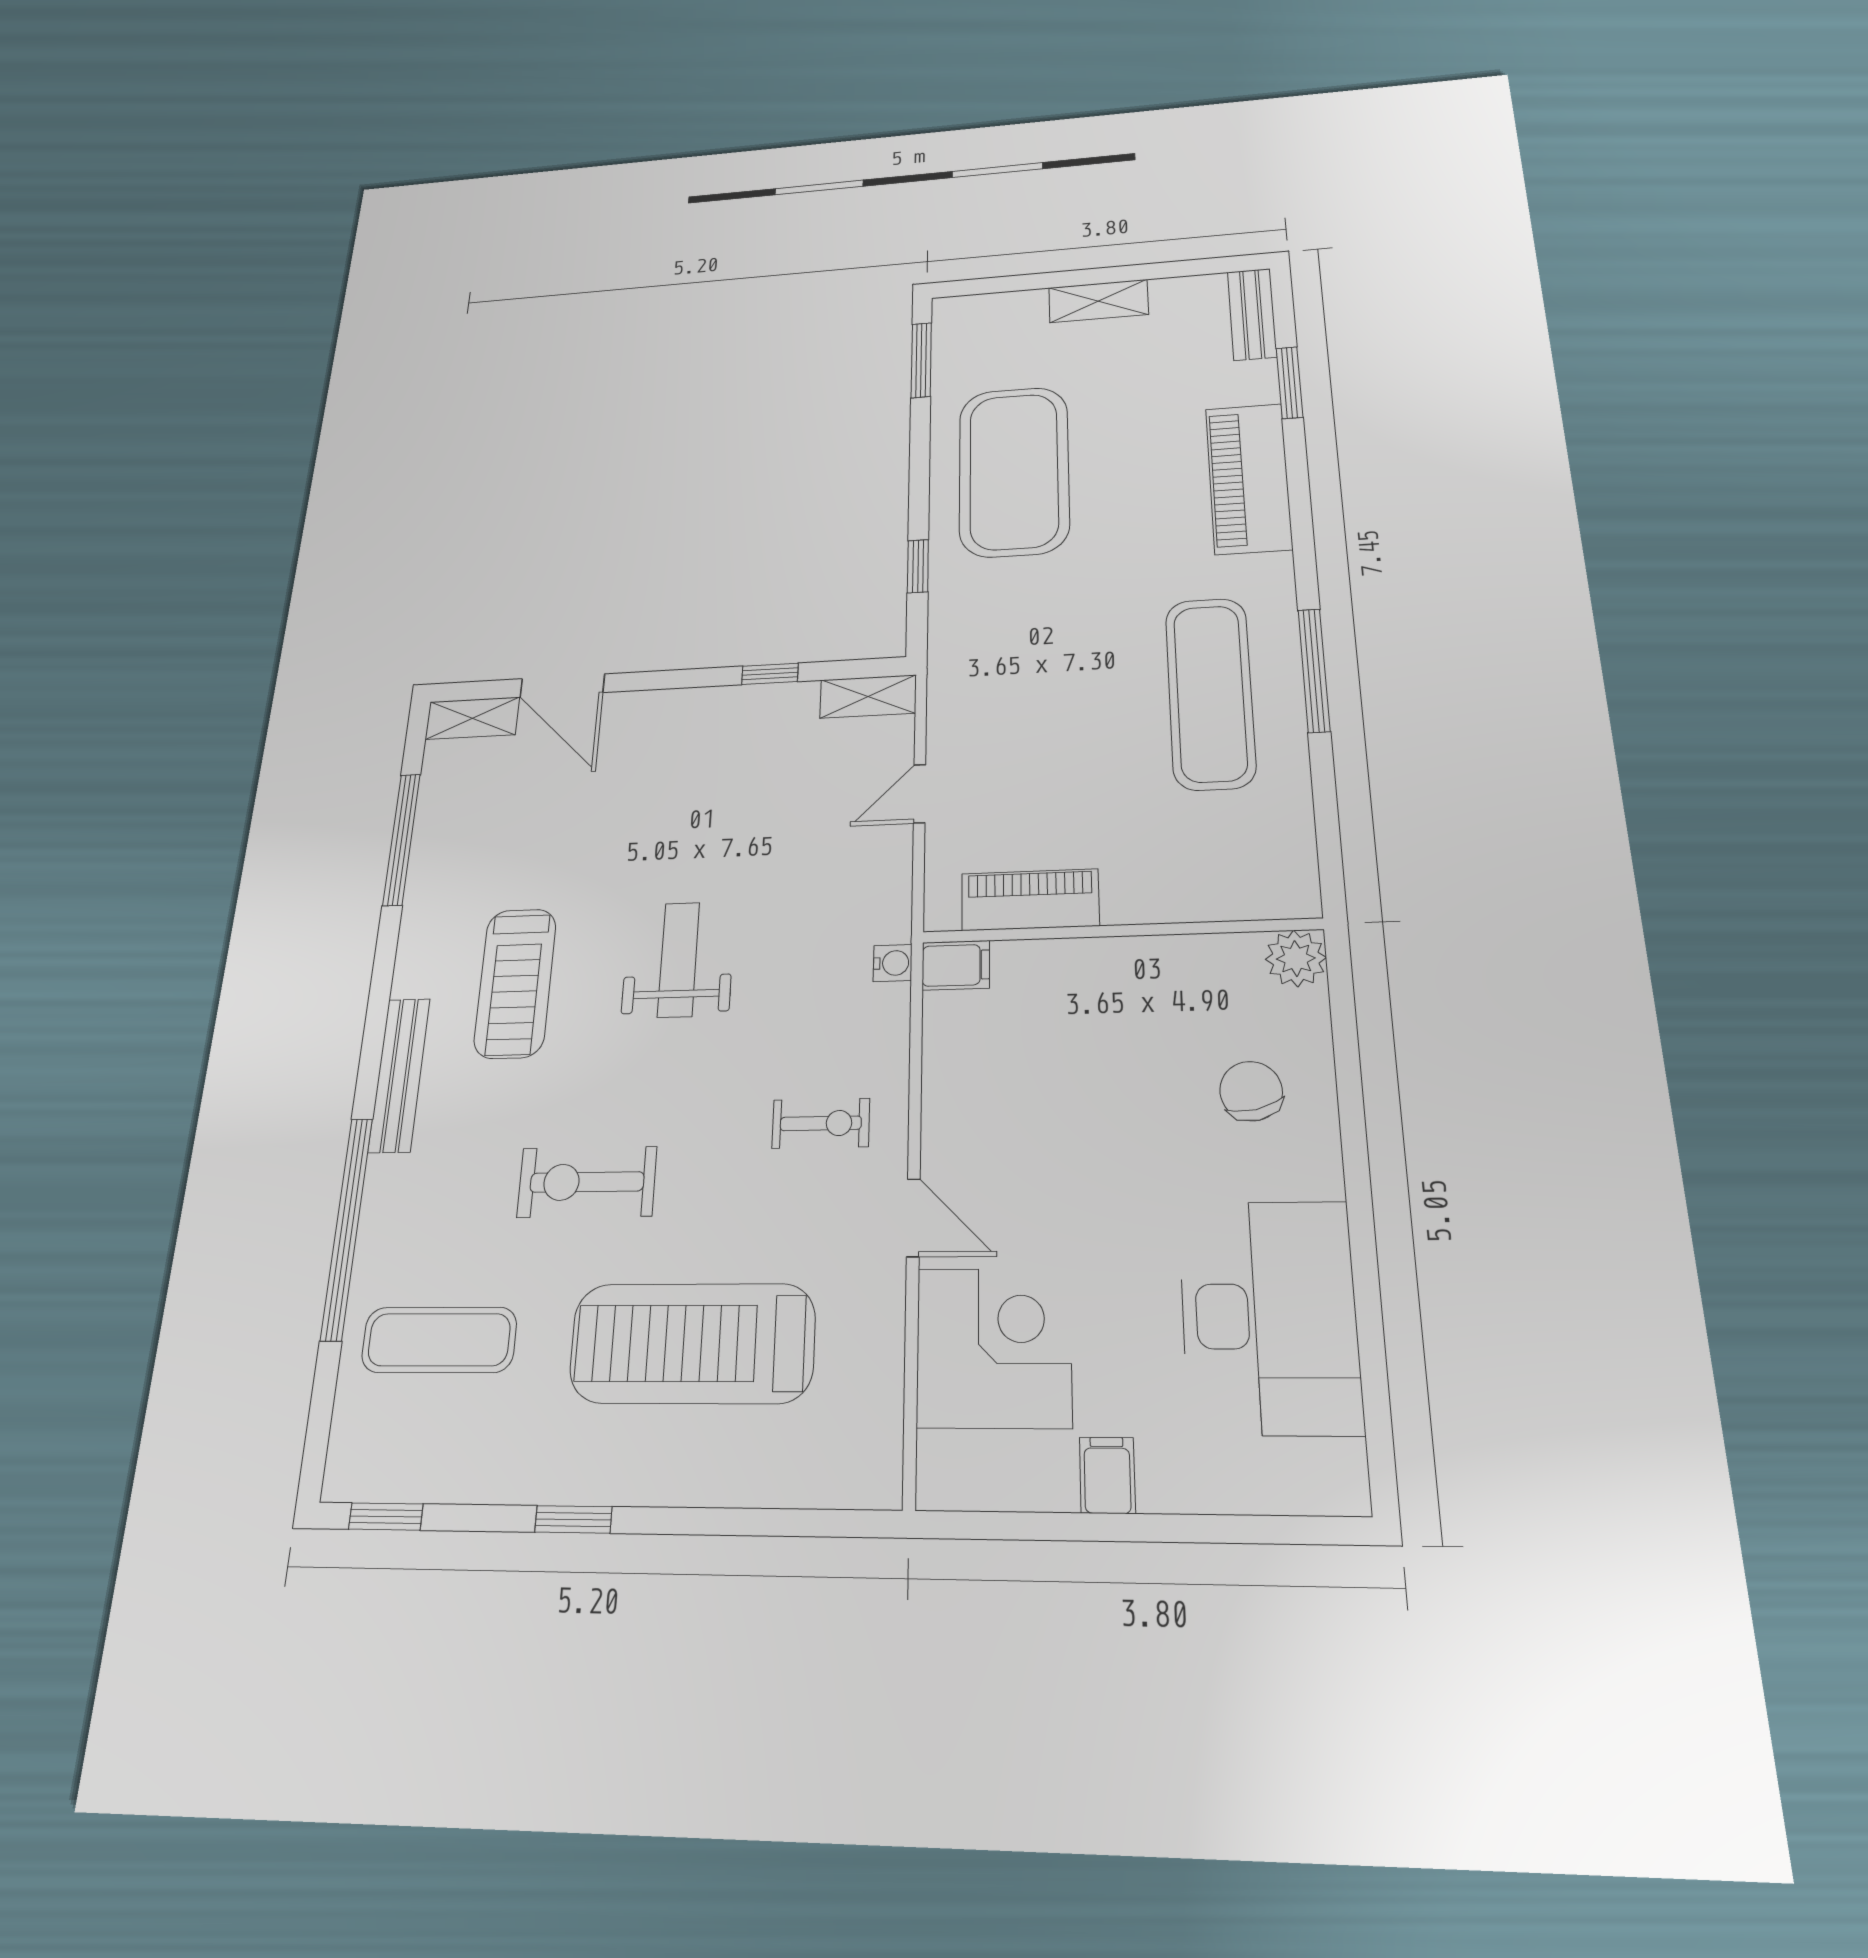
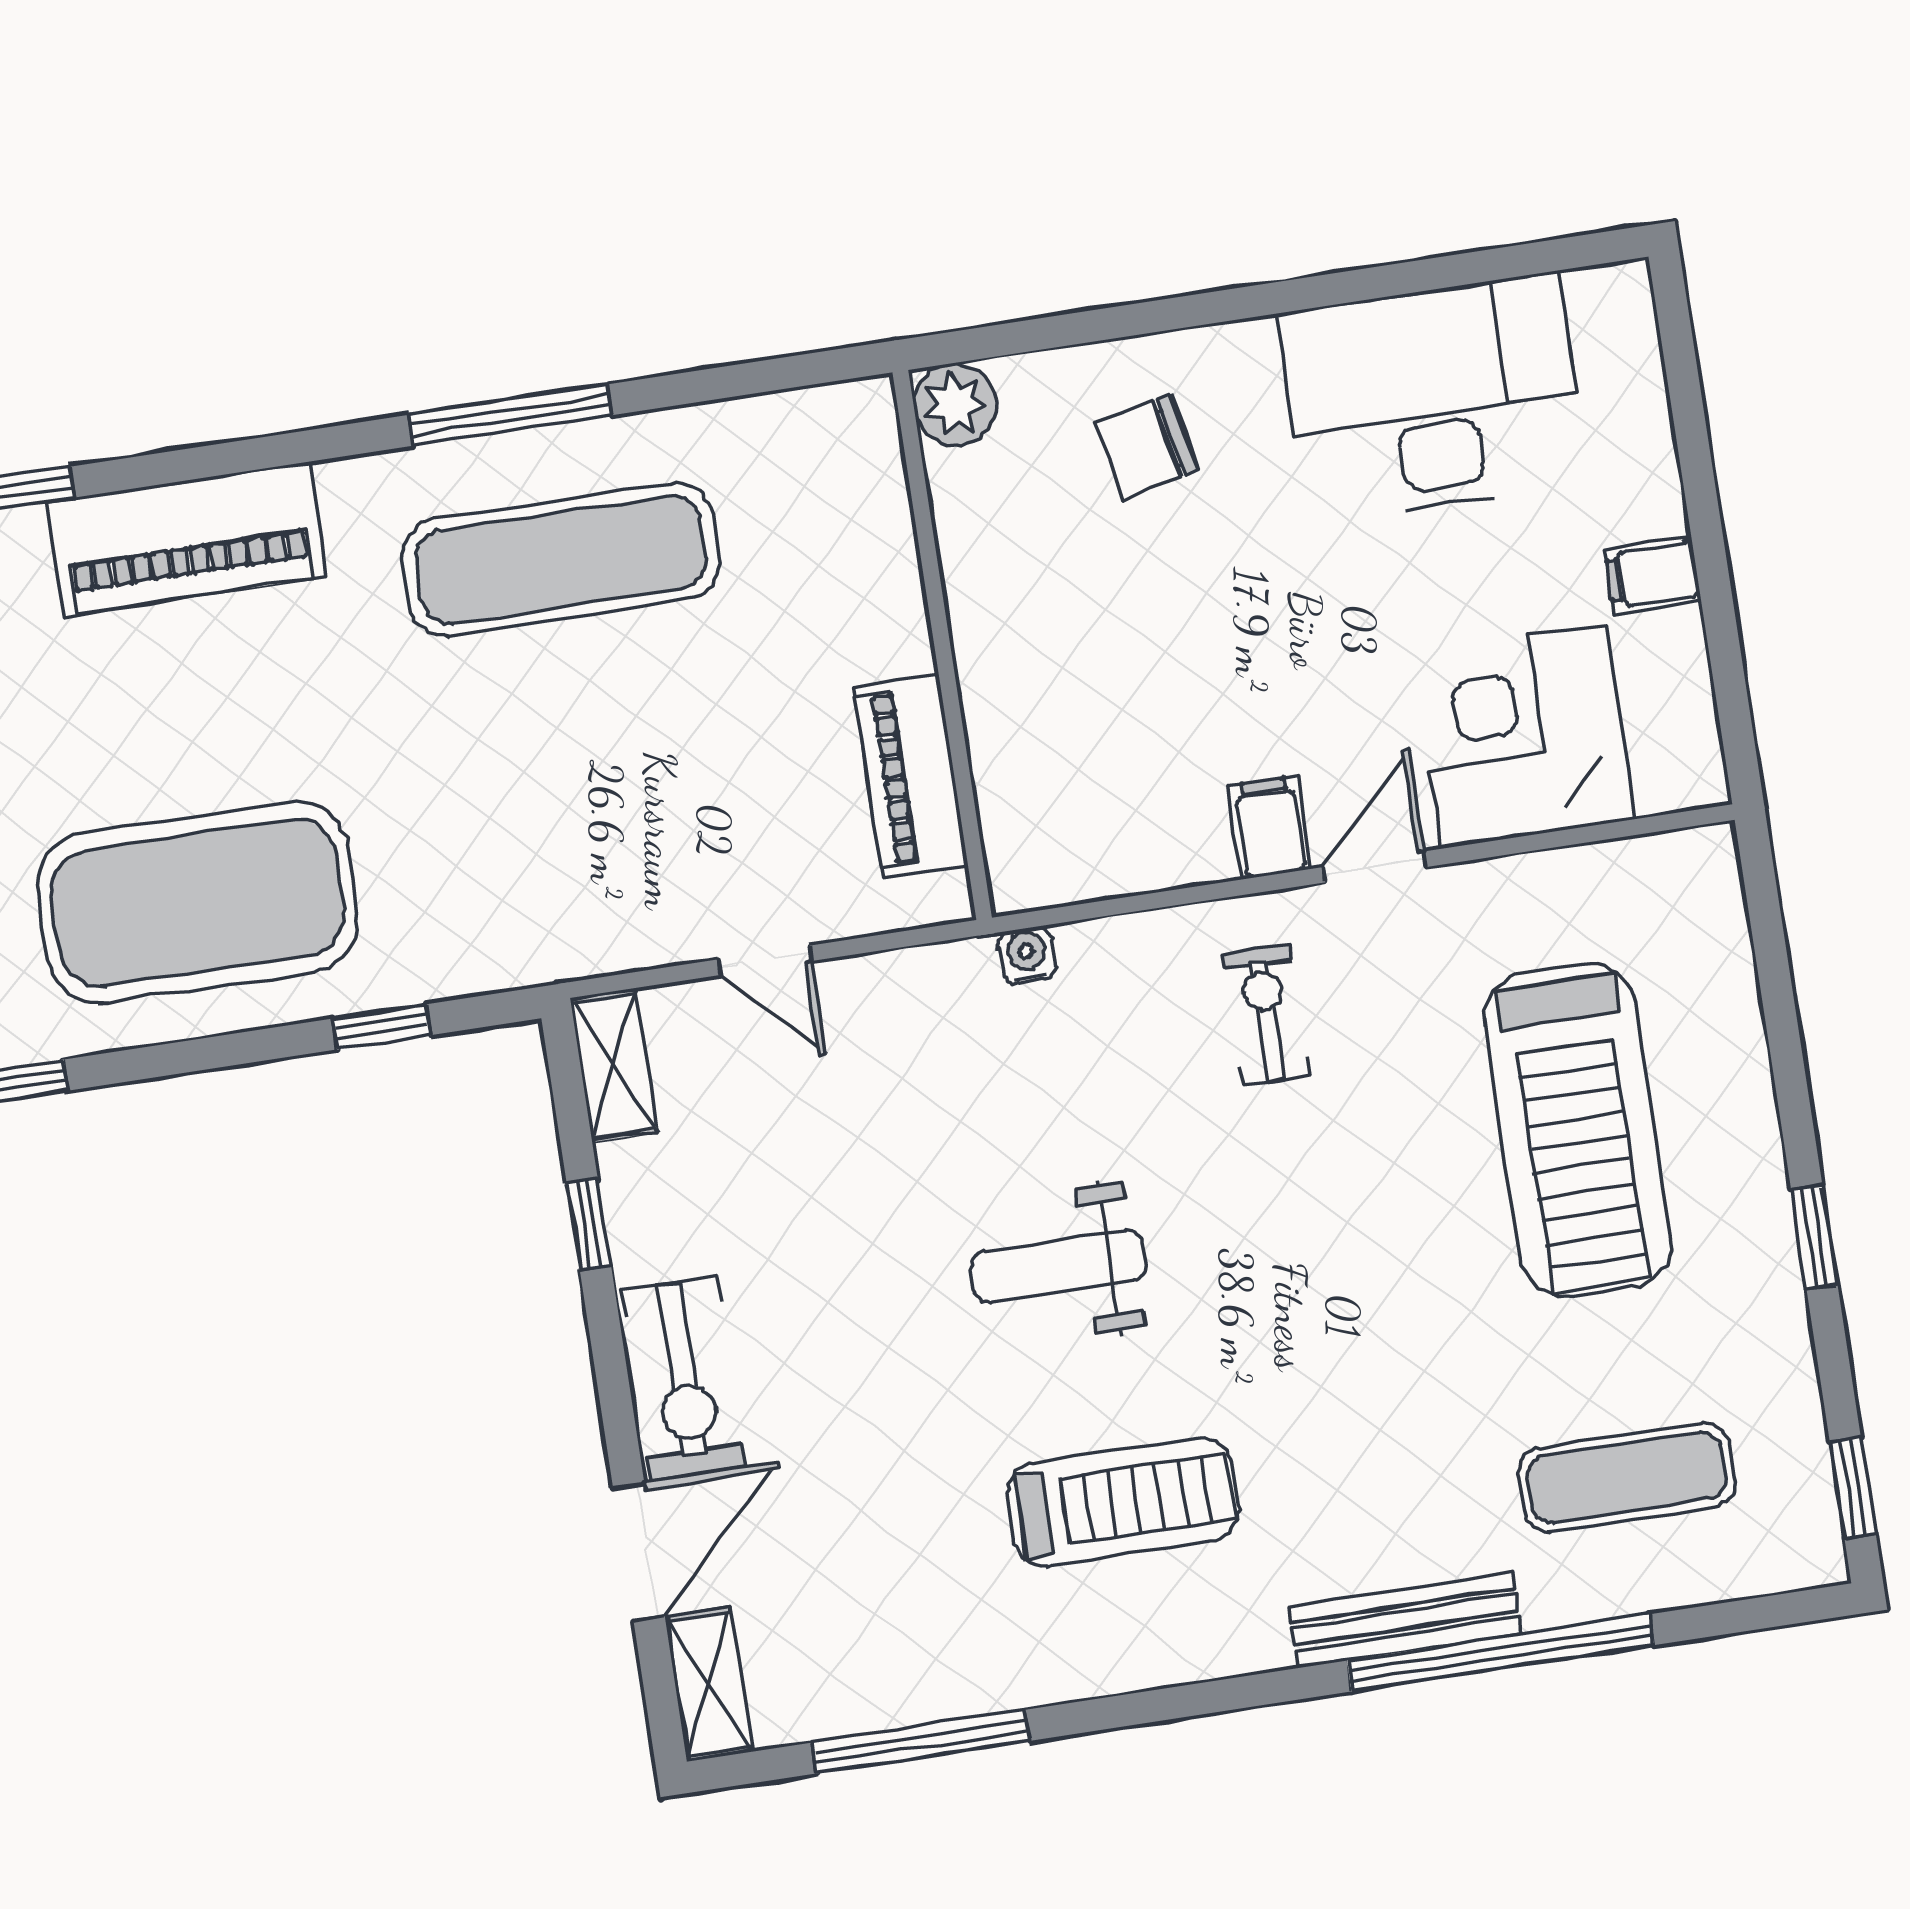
filing cabinet: (956, 965) -> (1270, 827), moved
bench: (399, 1075) -> (1405, 1620), moved
exercise bike: (587, 1182) -> (684, 1378), moved
exercise mat: (439, 1340) -> (1627, 1478), turned 90

